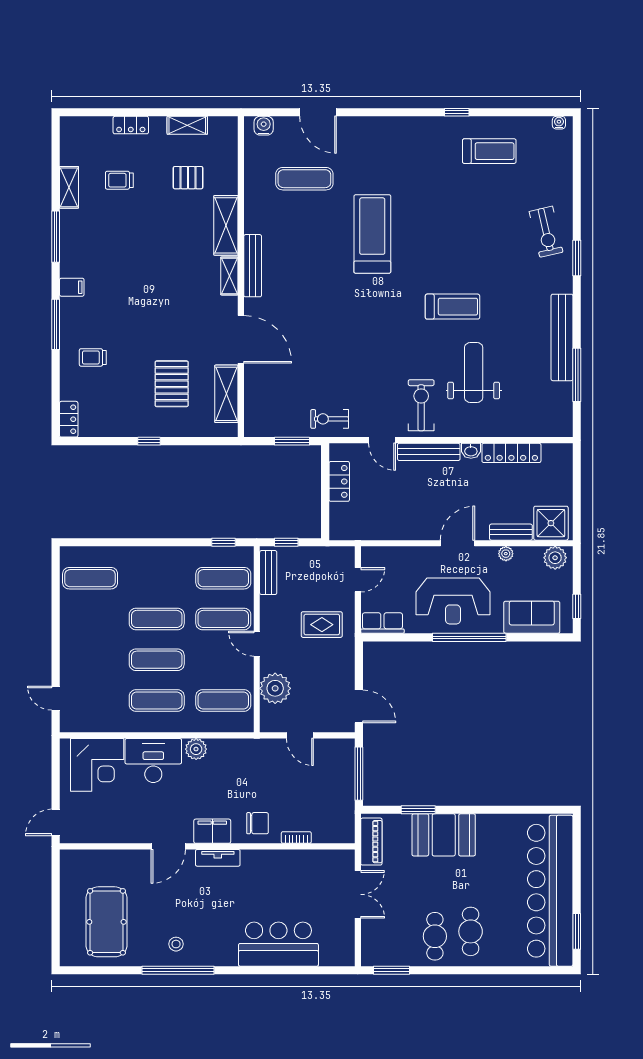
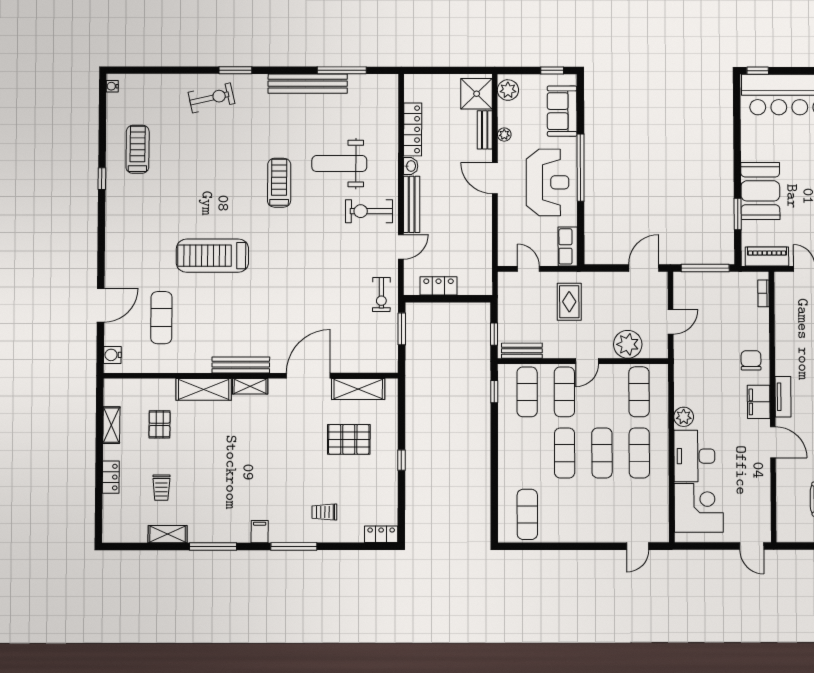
trolley: (93, 357) -> (324, 512), turned 90
window: (577, 833) -> (758, 71), added
bookcase: (296, 837) -> (764, 293), moved

